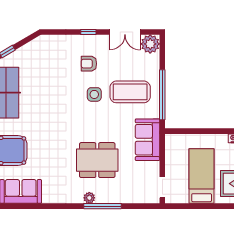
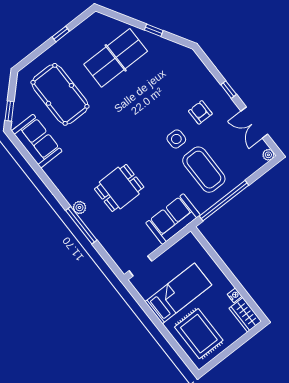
plant: (150, 44) -> (268, 155), width x0.53, depth x0.53
dining table: (97, 160) -> (119, 188), width x0.73

